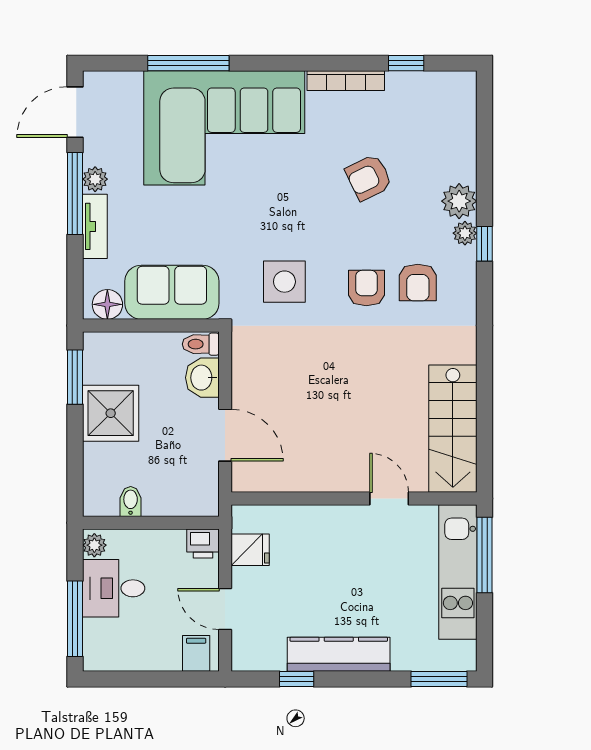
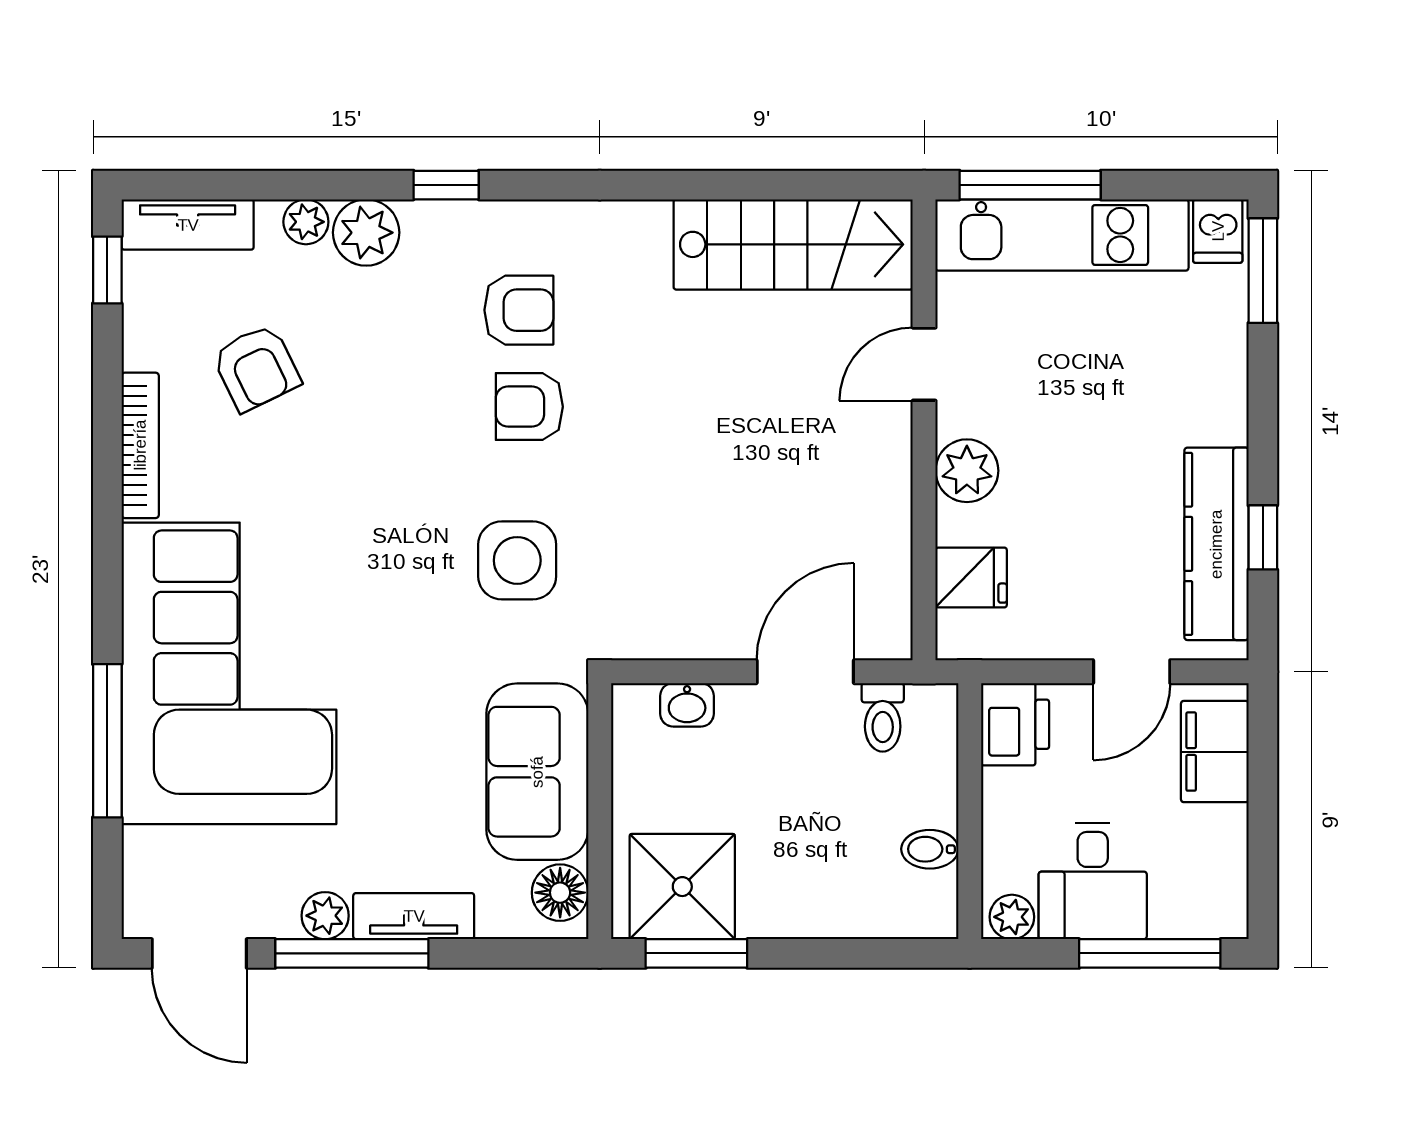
window: (406, 63) -> (107, 270), moved
tv unit: (463, 106) -> (188, 225), added
armchair: (369, 177) -> (256, 368), moved
plant: (465, 233) -> (306, 222), moved
toilet: (201, 344) -> (883, 717), moved
washbasin: (202, 378) -> (687, 705), width x0.72, depth x0.69
shower: (111, 413) -> (682, 887), moved
plant: (332, 521) -> (967, 471), added
printer: (203, 543) -> (1015, 724), width x1.36, depth x1.24
fridge: (250, 550) -> (971, 578), moved, turned 90
filing cabinet: (196, 653) -> (1215, 752), width x2.00
kitchen counter: (339, 654) -> (1216, 544), moved
dishwasher: (460, 655) -> (1218, 231), added

